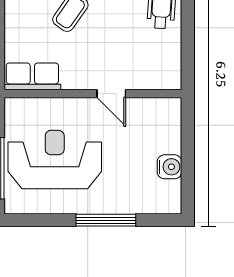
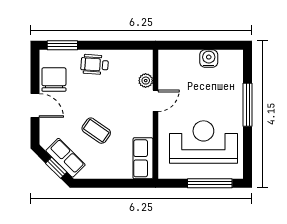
plant: (139, 80) -> (146, 81), added
reception desk: (55, 160) -> (203, 142), turned 90

